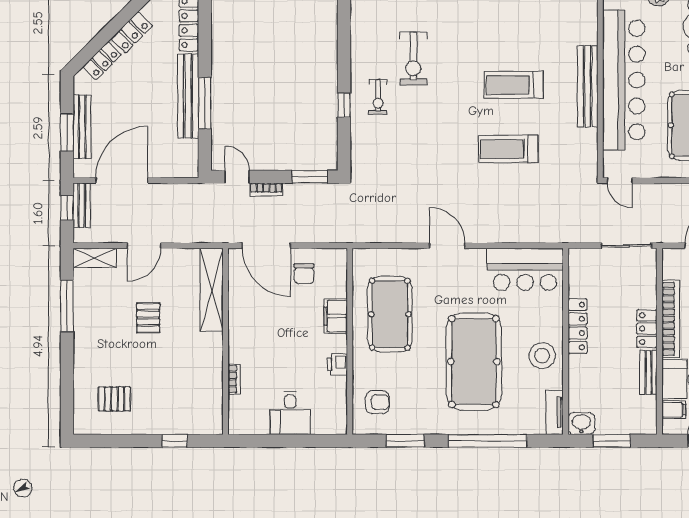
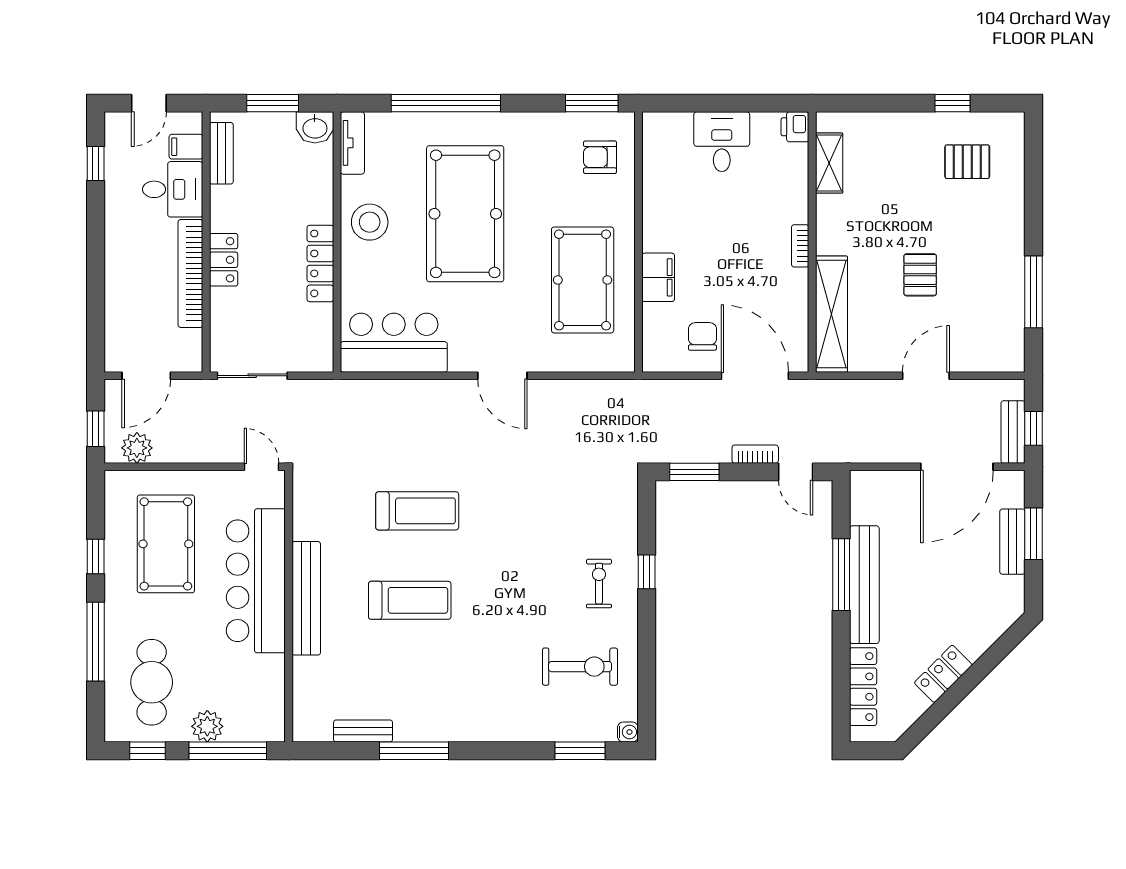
exercise bike: (413, 59) -> (580, 667), moved, turned 90
locker: (102, 61) -> (985, 634), removed
bar counter: (624, 80) -> (256, 581), width x0.73
bench: (82, 127) -> (1012, 542), width x0.73
shelving: (95, 258) -> (829, 163), moved, turned 90
printer: (337, 364) -> (795, 127), moved, turned 180
bench: (648, 372) -> (221, 153), moved
bookcase: (234, 379) -> (800, 246), moved
window: (175, 441) -> (953, 103), moved
window: (405, 441) -> (592, 103), moved

